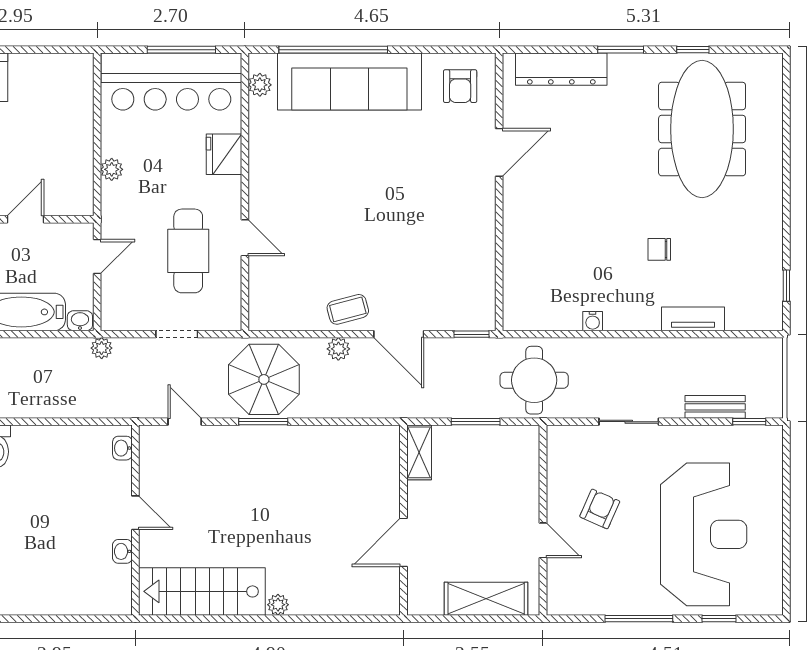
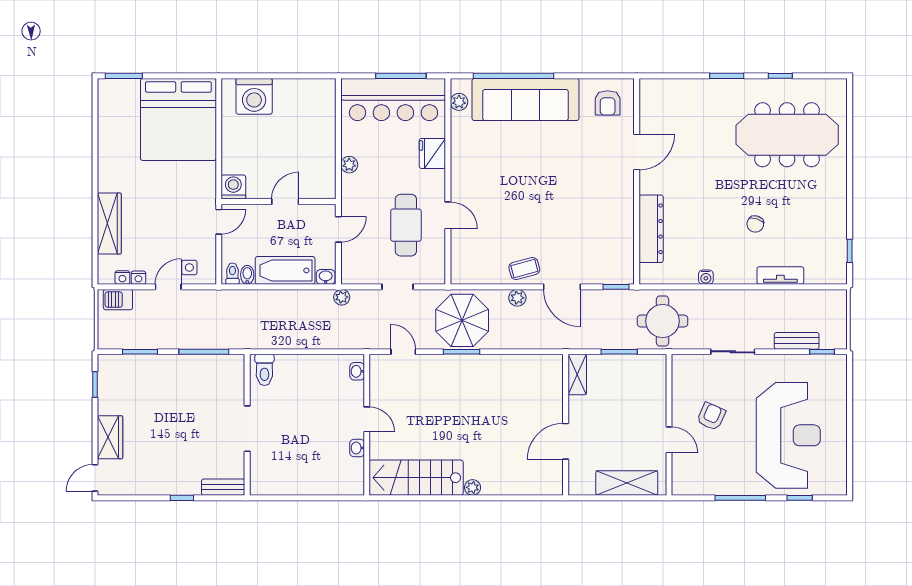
dresser: (561, 69) -> (651, 229), moved, turned -90
meeting table: (702, 129) -> (787, 135), turned 90
chair: (659, 249) -> (755, 224), turned -72

